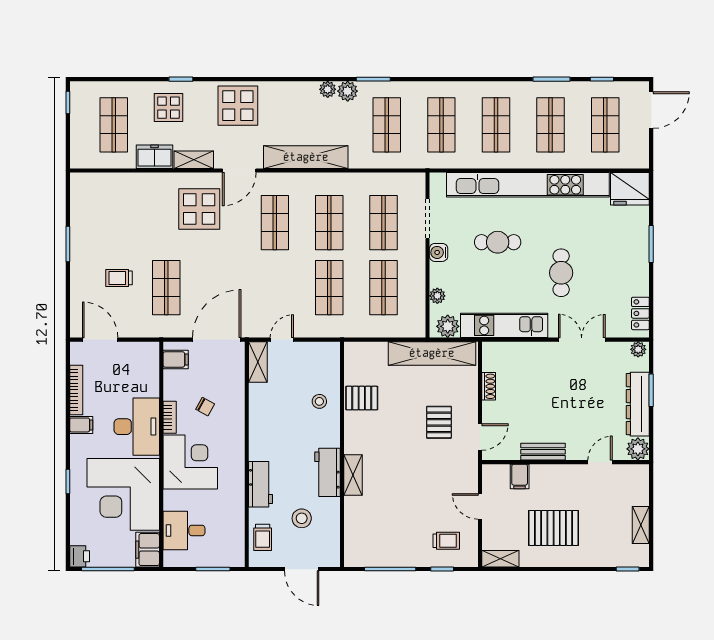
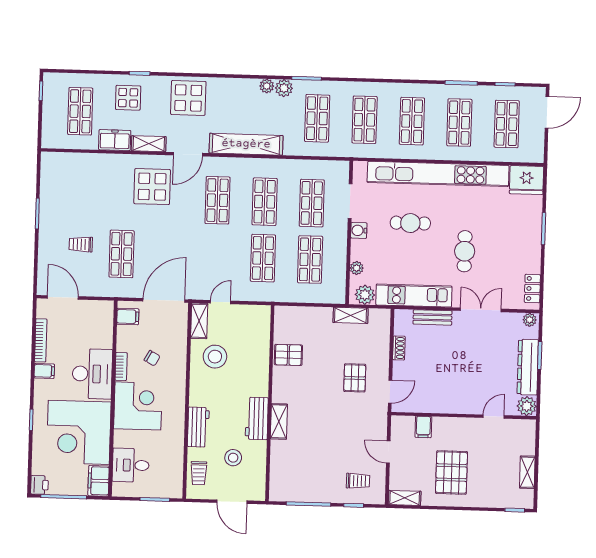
shelving: (432, 353) -> (351, 315), width x0.45, depth x0.75
stool: (319, 401) -> (215, 357), moved, width x1.89, depth x1.89
bench: (543, 452) -> (432, 317), moved
pallet: (554, 528) -> (451, 472), turned 90

